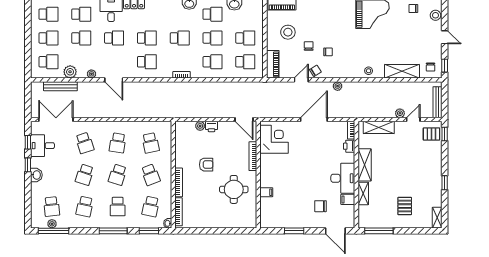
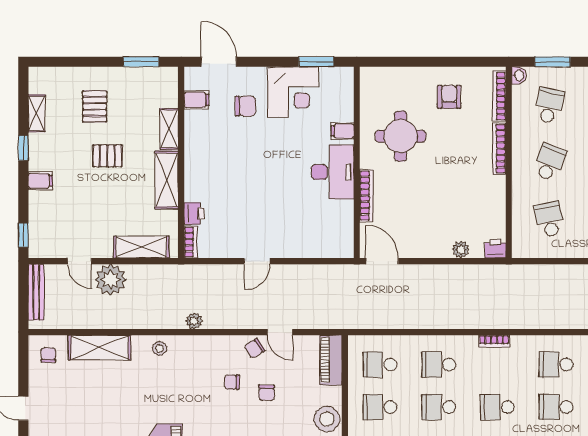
stool: (288, 32) -> (327, 419), moved
window: (445, 66) -> (23, 358), removed
door: (301, 80) -> (280, 332), hinge flipped
plant: (338, 86) -> (194, 321), moved
plant: (400, 113) -> (111, 280), width x1.87, depth x1.87
door: (314, 120) -> (257, 261), width x0.53
door: (413, 120) -> (79, 261), hinge flipped
printer: (211, 127) -> (495, 249), moved
pallet: (431, 134) -> (107, 156), moved
corner desk: (274, 139) -> (293, 92), moved, turned -90
filing cabinet: (435, 164) -> (40, 181), added
armchair: (206, 165) -> (449, 97), moved, turned 90
school desk: (151, 175) -> (549, 162), turned 42
desk: (343, 178) -> (333, 172), moved, turned 180
filing cabinet: (348, 199) -> (196, 100), moved
shelving: (437, 218) -> (37, 113), moved
window: (294, 231) -> (316, 62), moved
window: (379, 231) -> (141, 62), width x0.69

